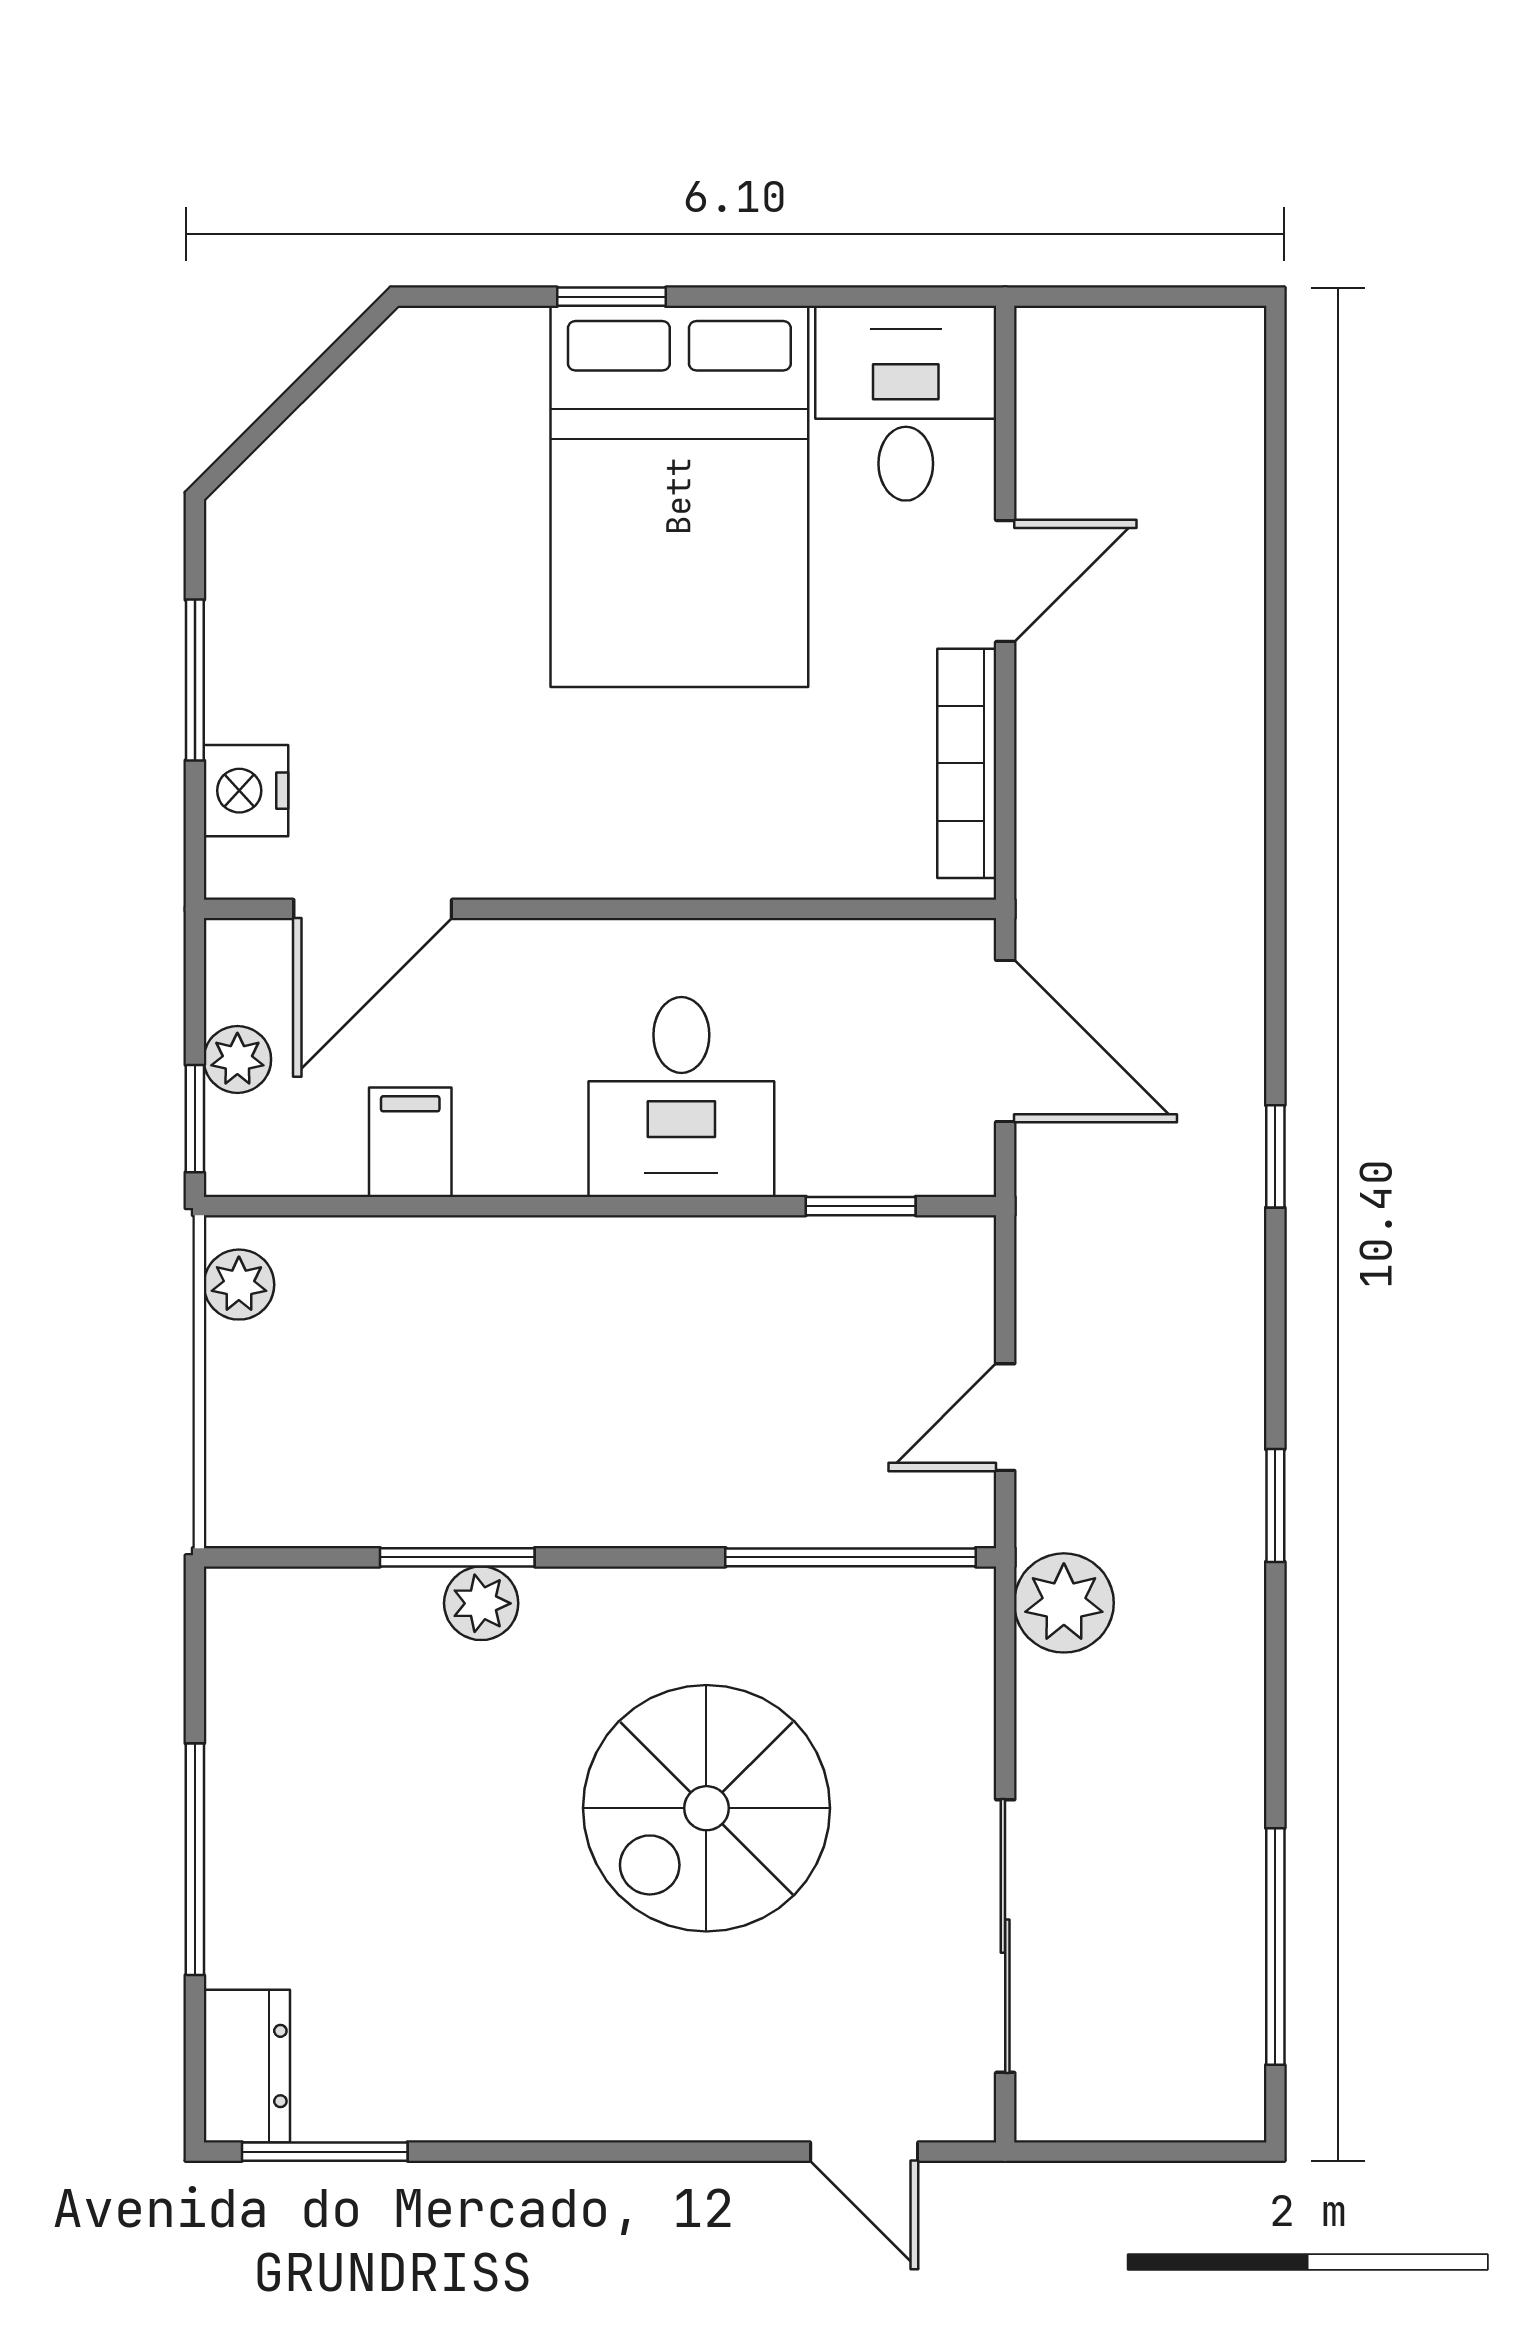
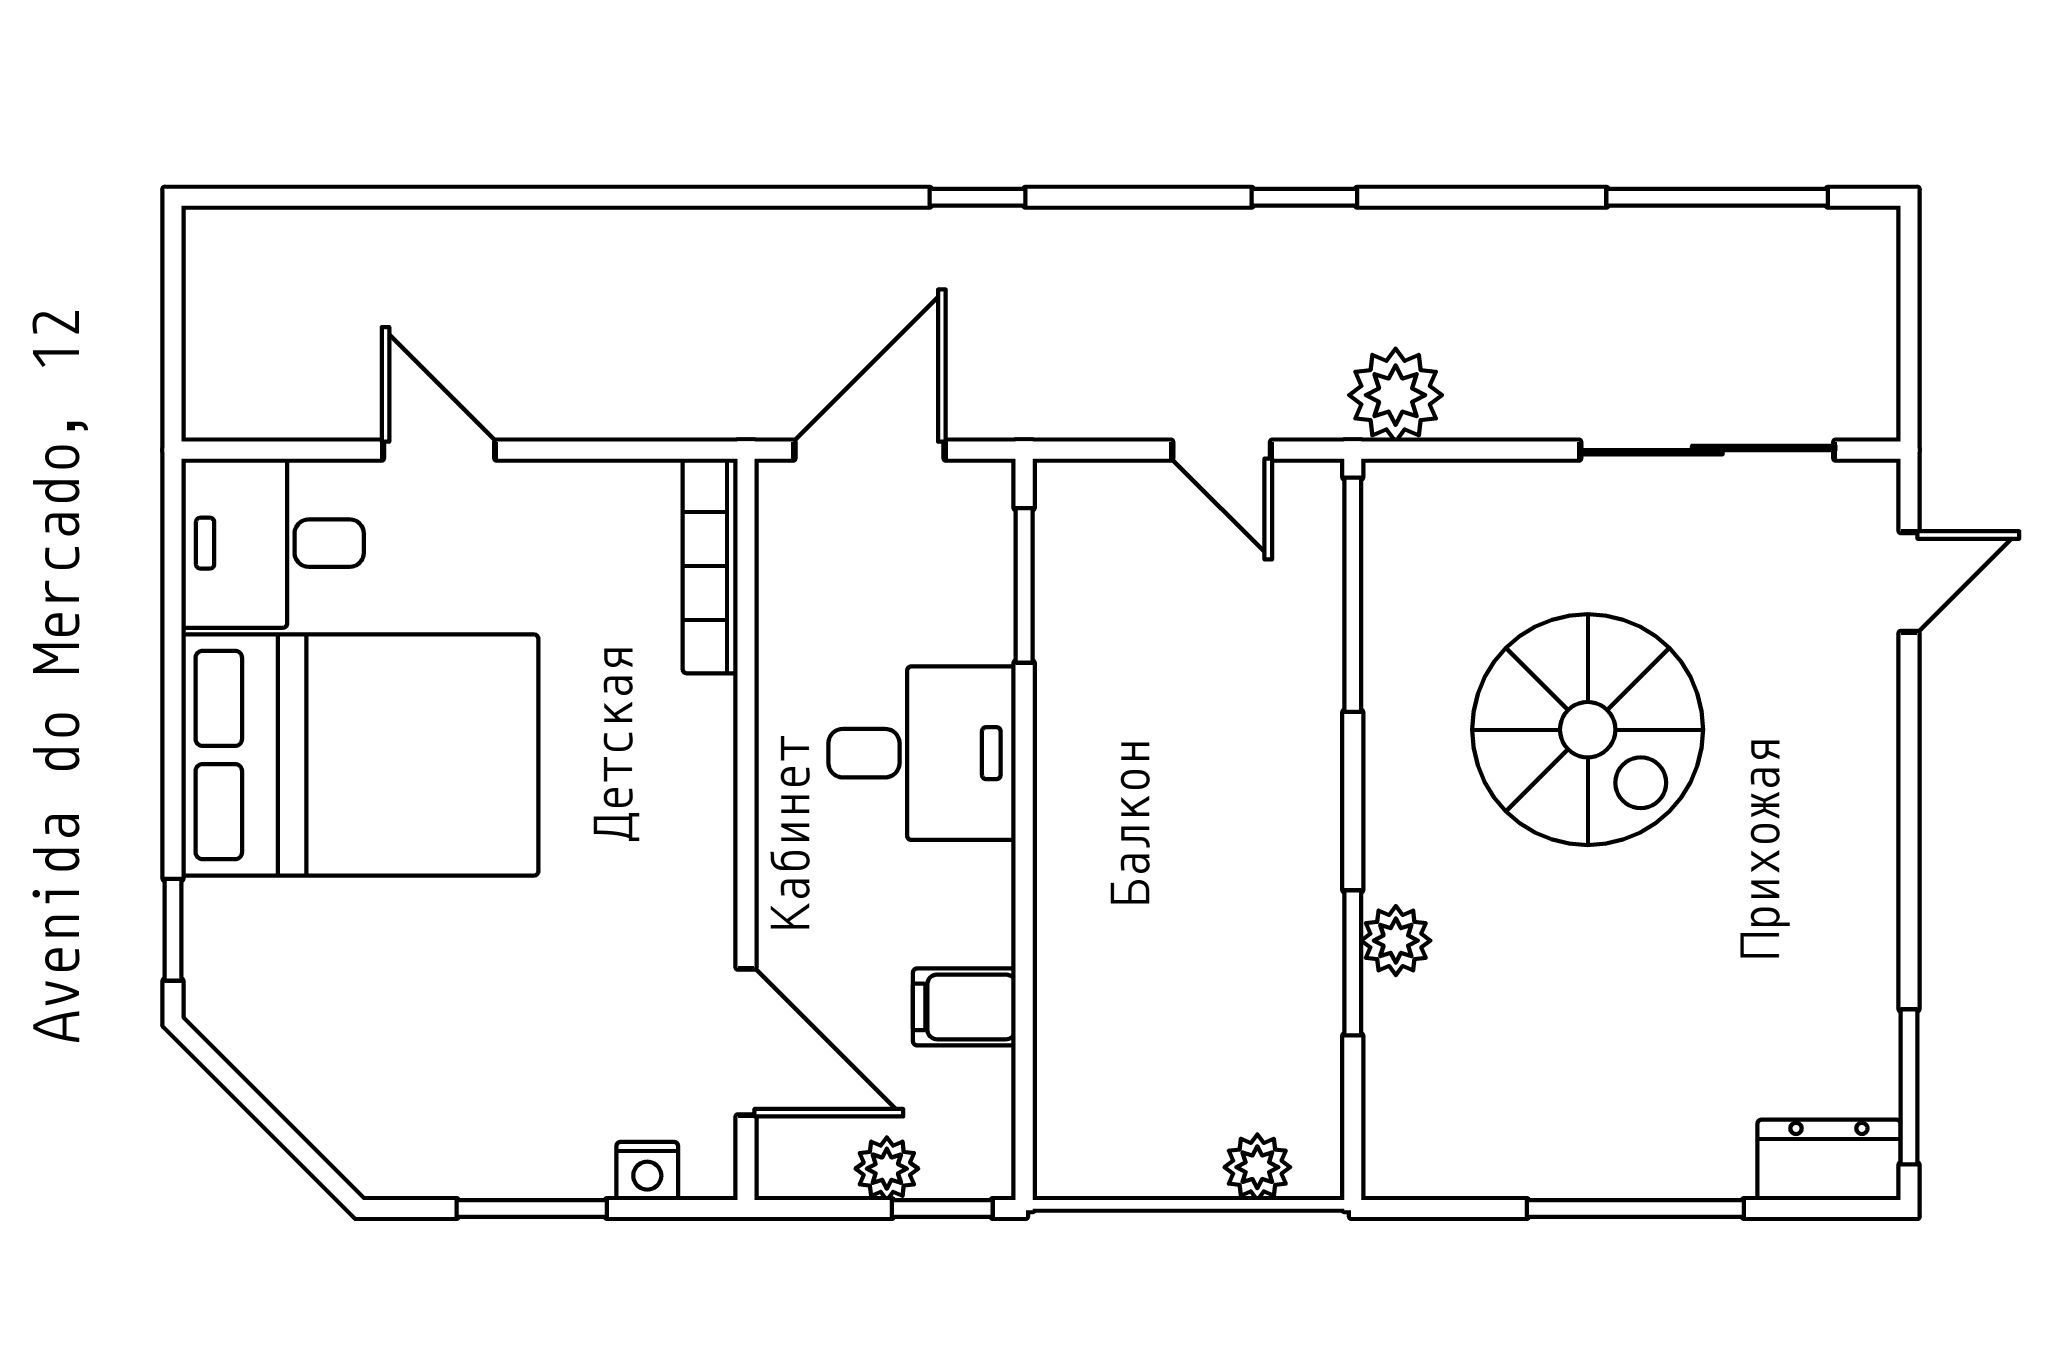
window: (611, 297) -> (173, 930), moved
bookcase: (967, 763) -> (710, 566), moved, turned 90
nightstand: (246, 791) -> (647, 1171), width x0.72, depth x0.74
window: (861, 1206) -> (1024, 585), width x1.50
plant: (239, 1285) -> (1257, 1167), moved

